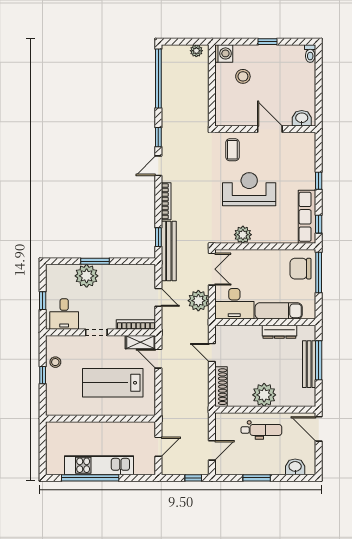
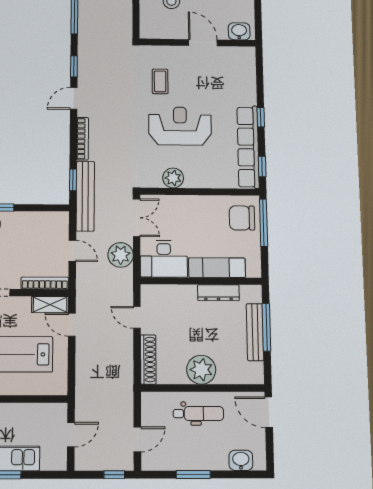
washbasin: (302, 118) -> (239, 31), moved
wall: (265, 129) -> (198, 43), moved
door: (270, 129) -> (203, 43), moved
row of seats: (307, 217) -> (248, 147), width x1.36

